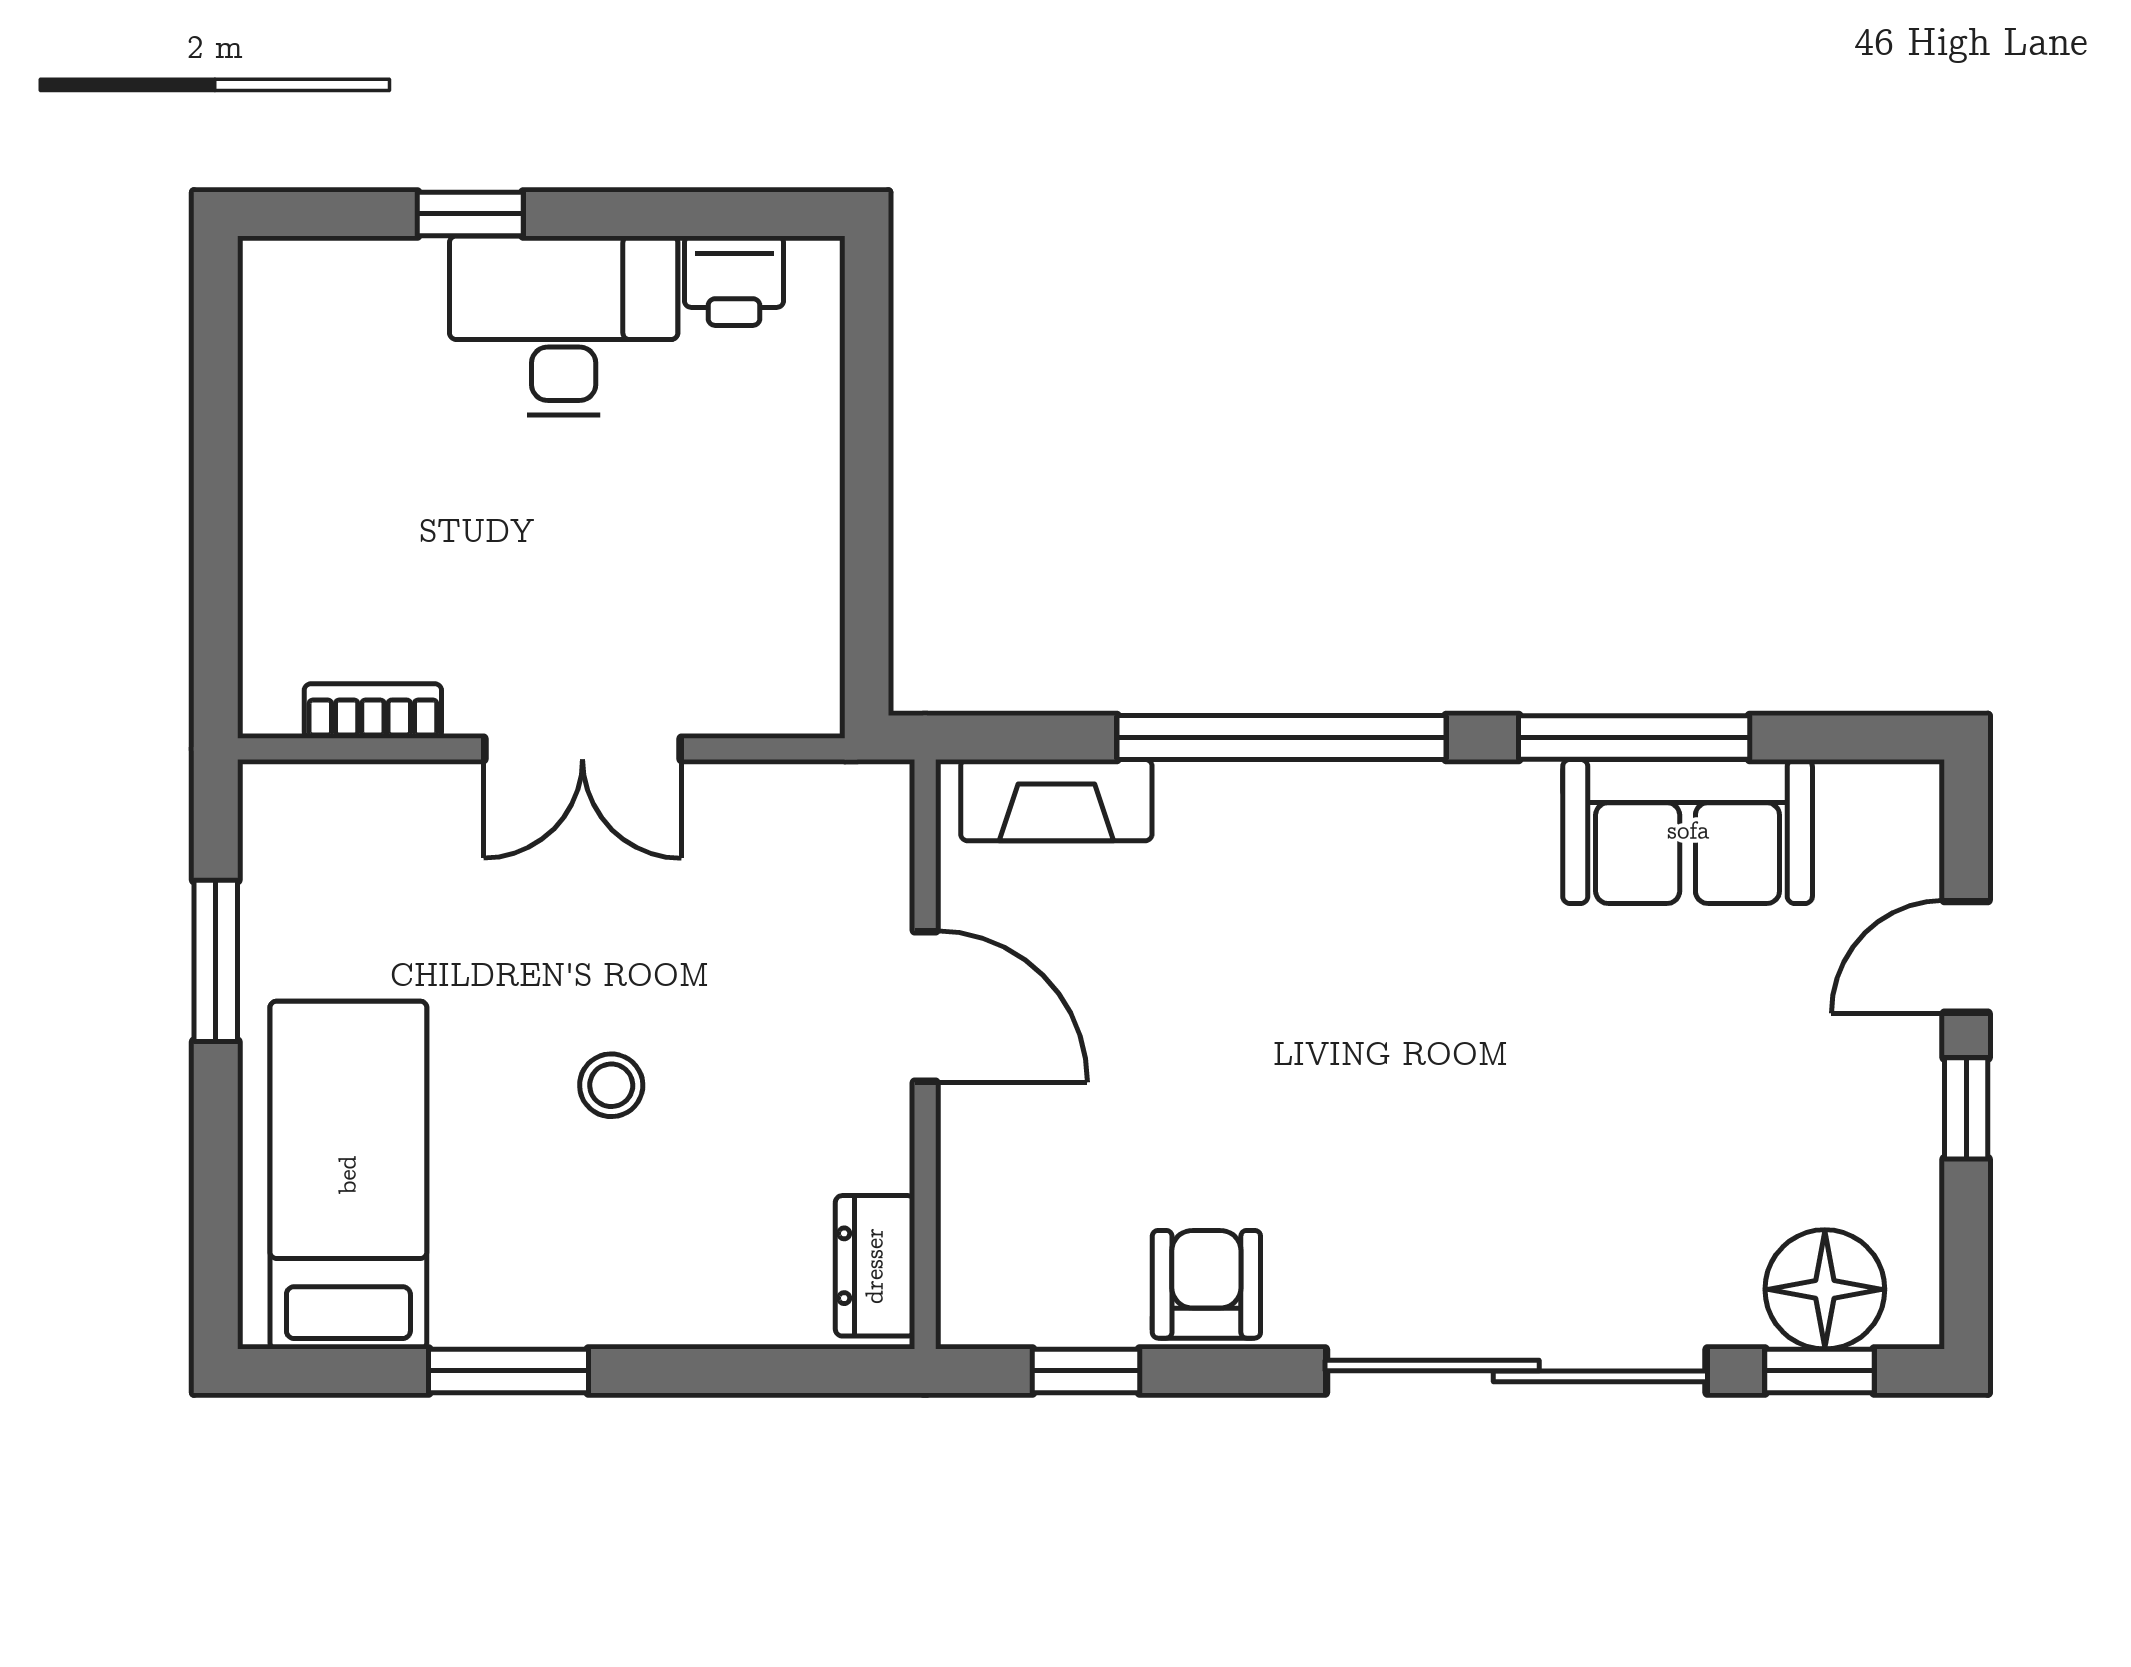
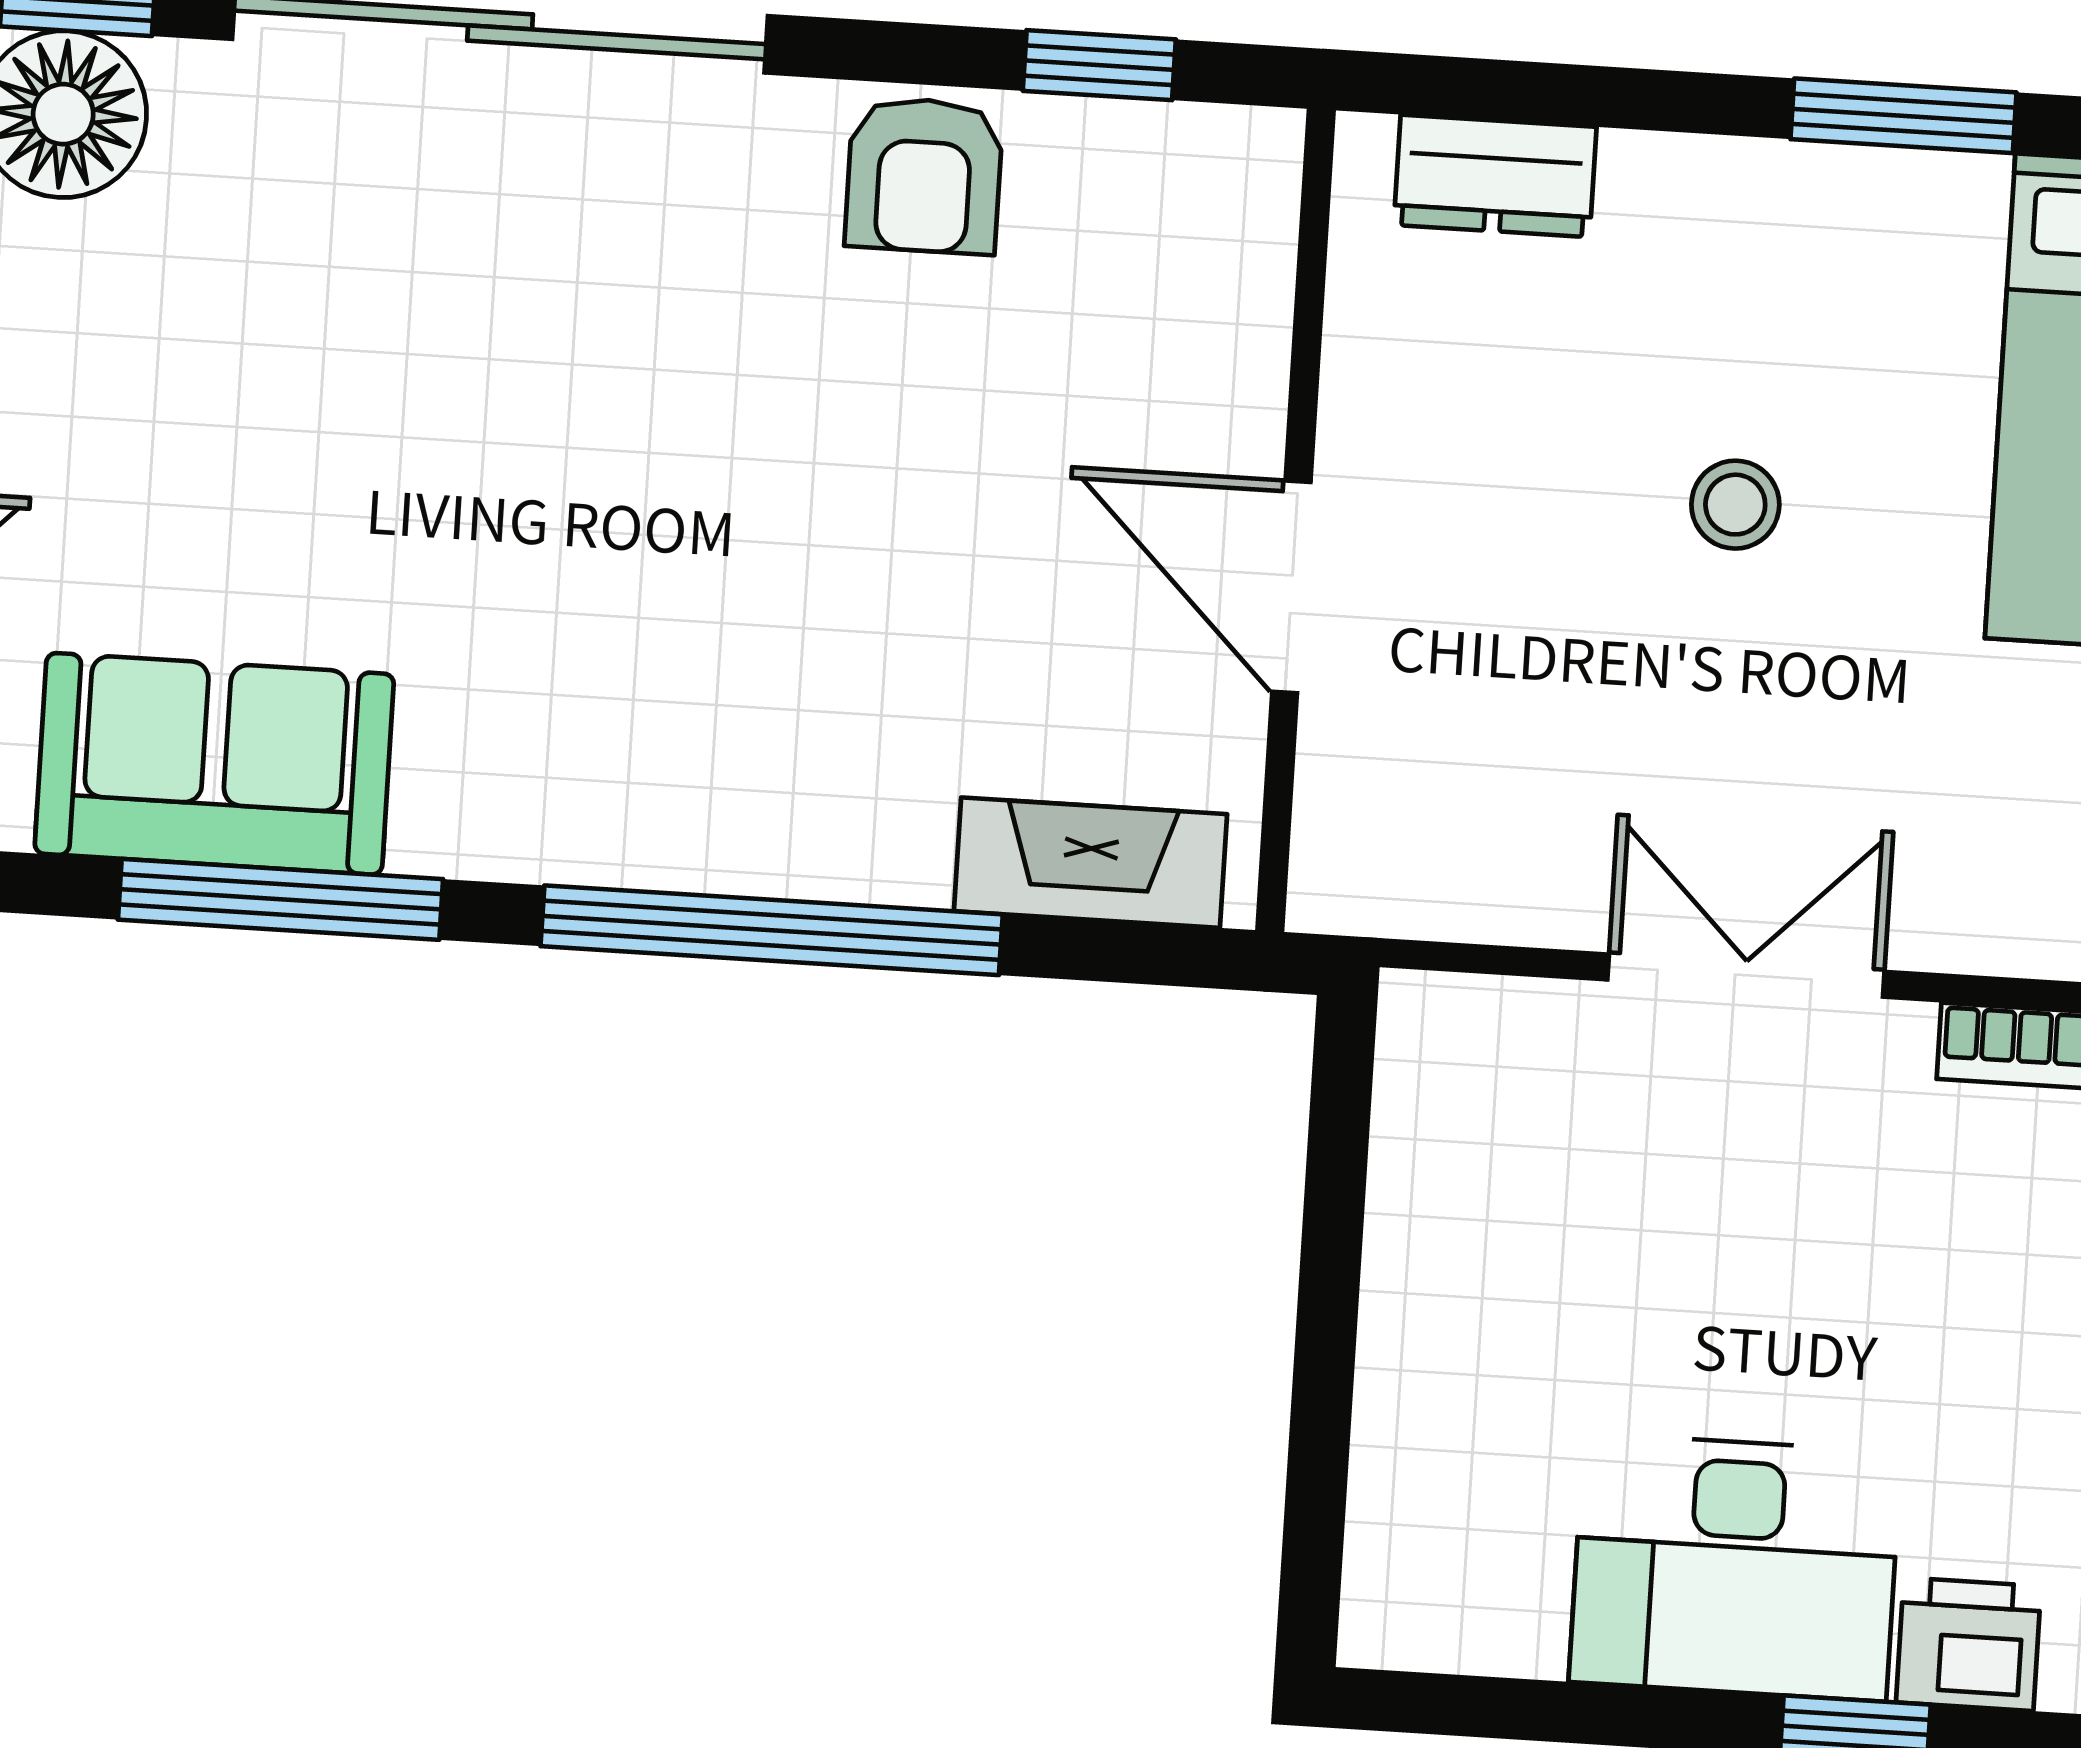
printer: (734, 281) -> (1968, 1644), moved
dresser: (875, 1266) -> (1495, 176), moved, turned 90

